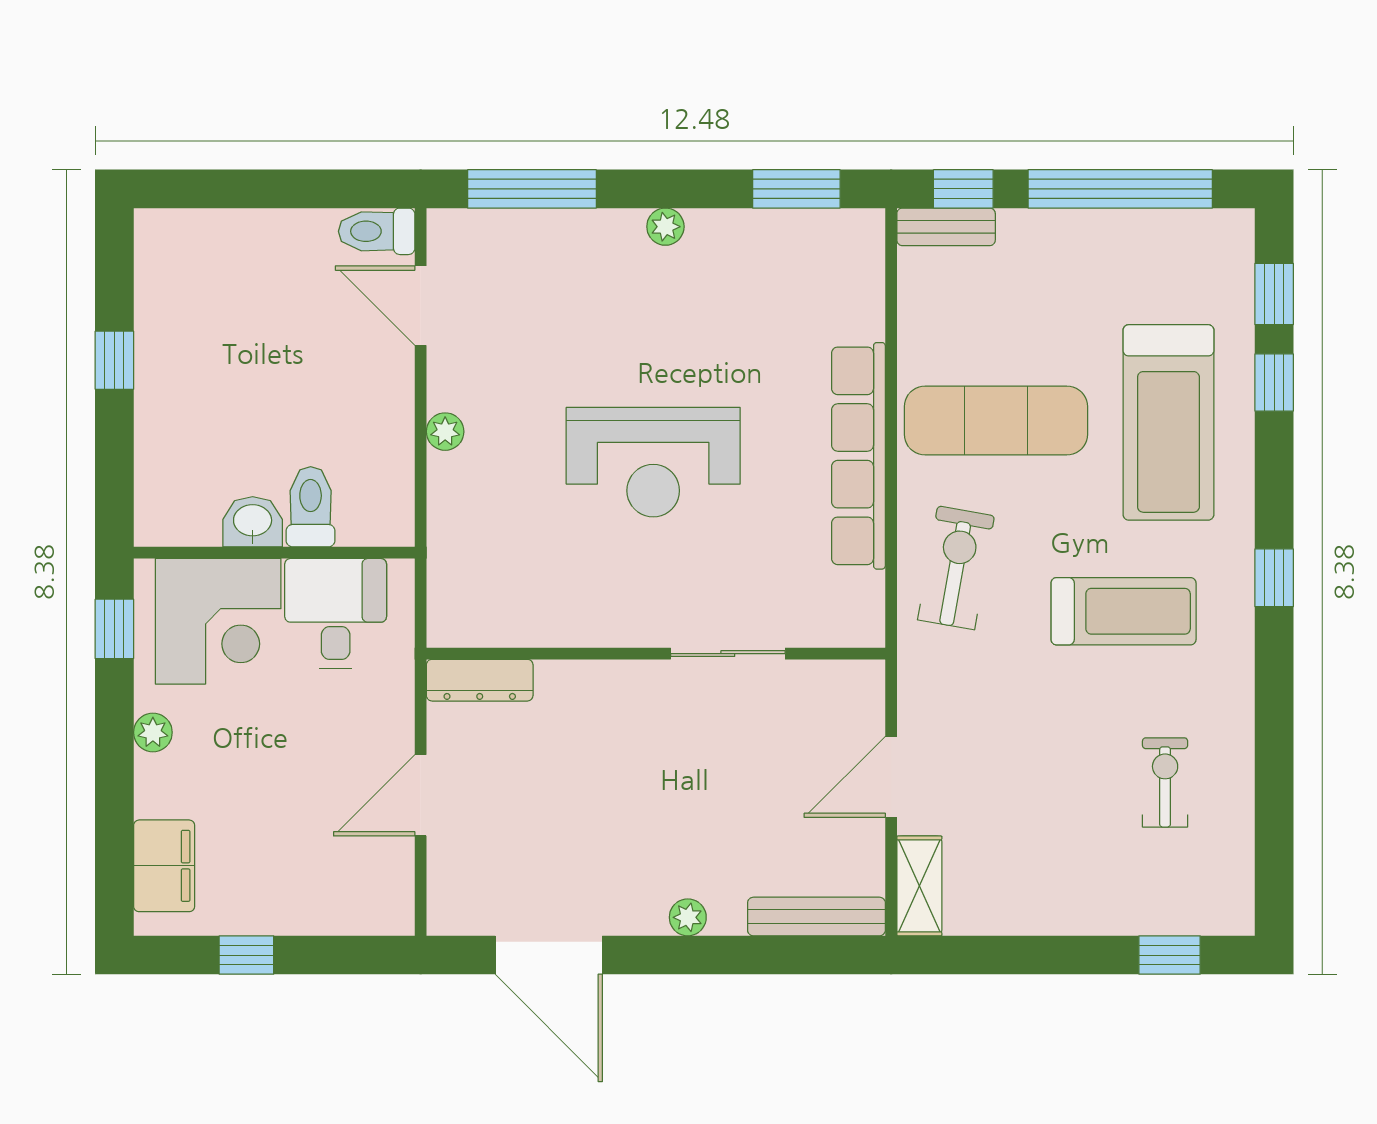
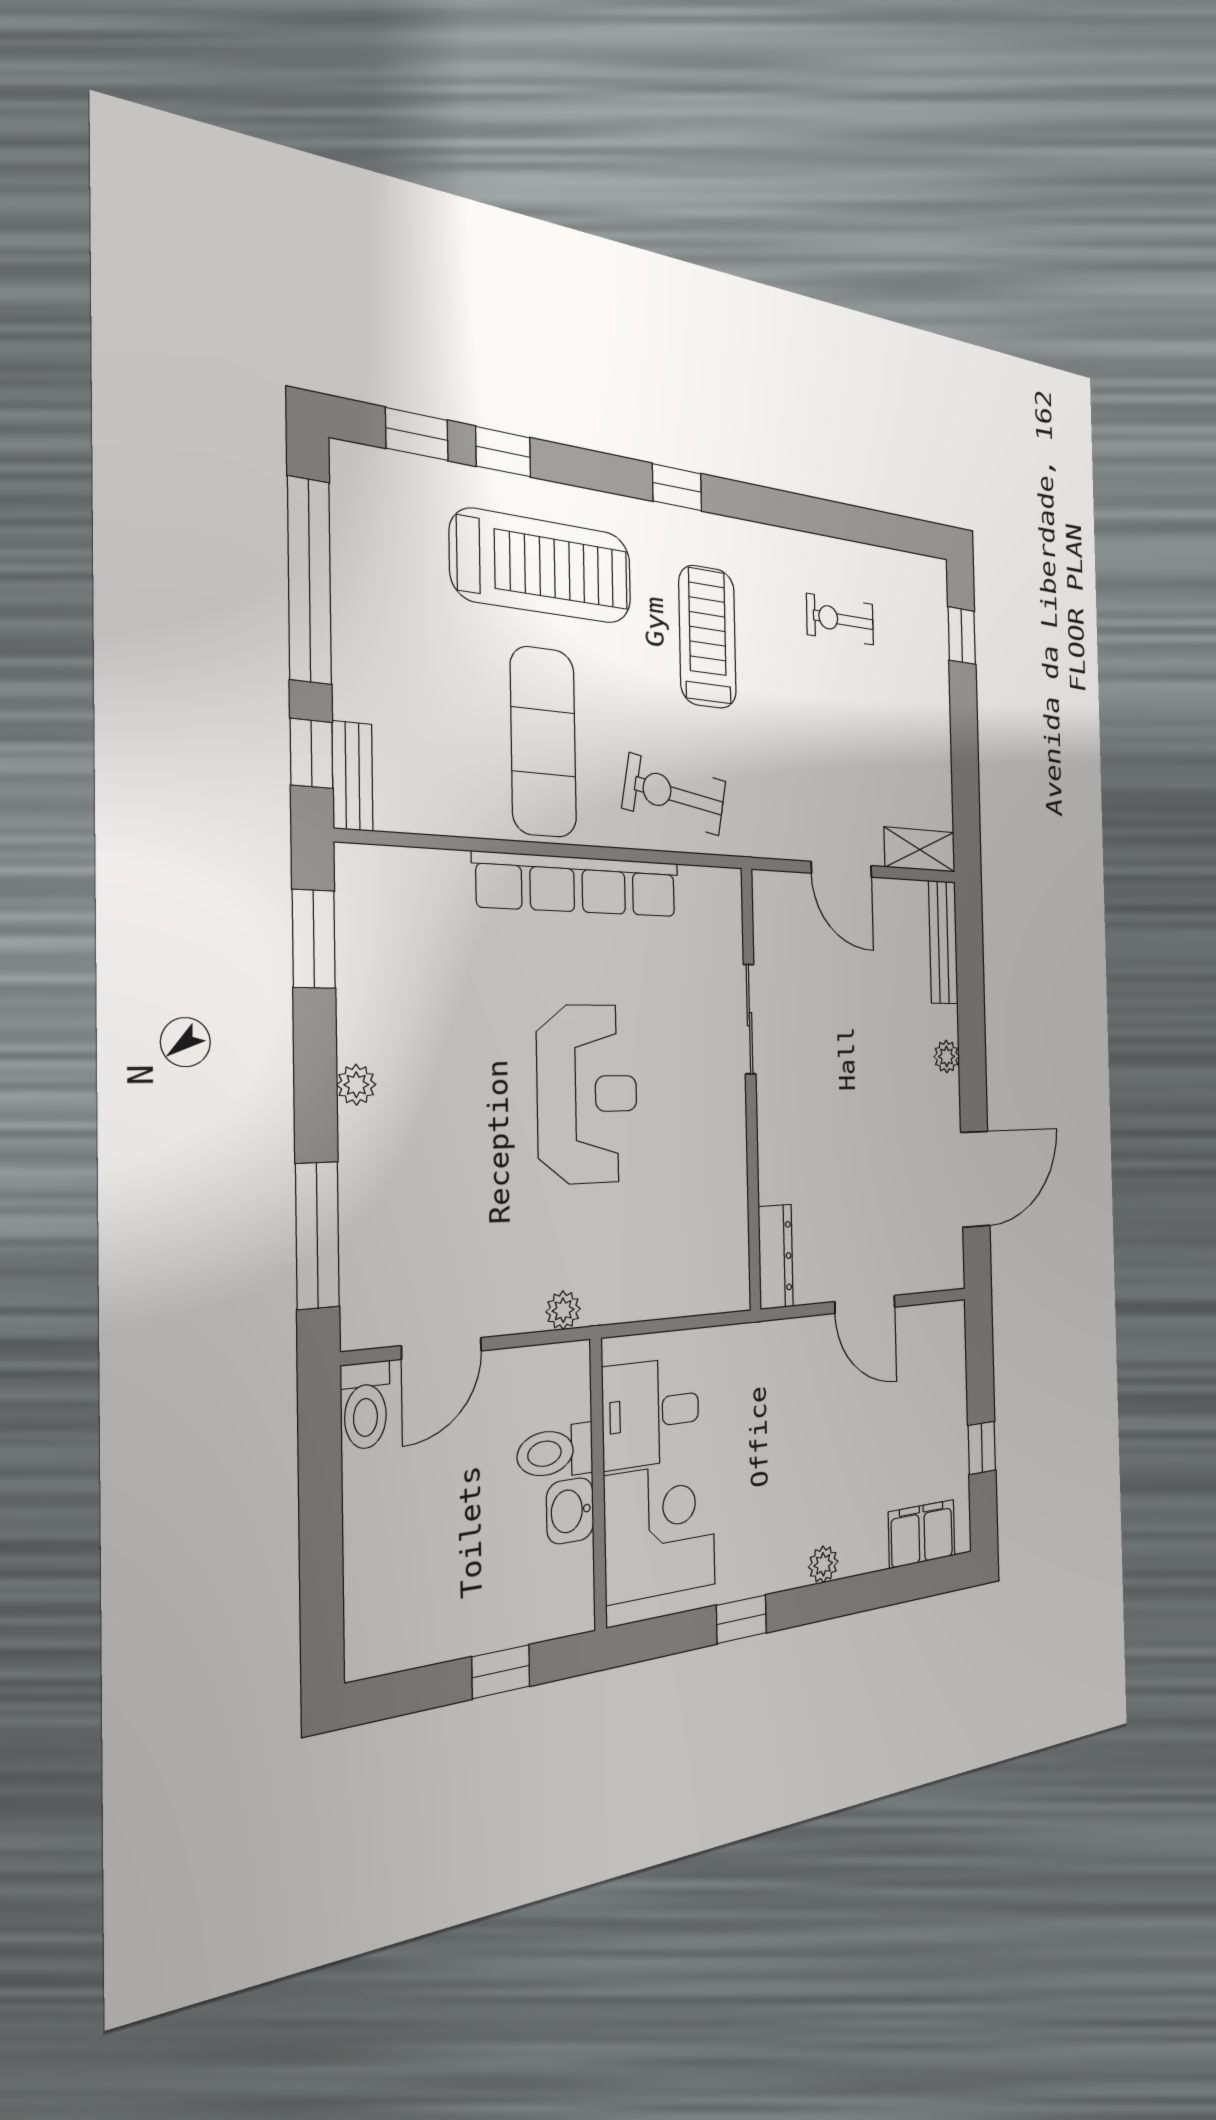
toilet: (311, 507) -> (555, 1452), moved
washbasin: (253, 522) -> (570, 1511), moved
wall: (274, 553) -> (598, 1484), moved
desk: (336, 613) -> (651, 1413), moved
corner desk: (218, 621) -> (660, 1531), moved

